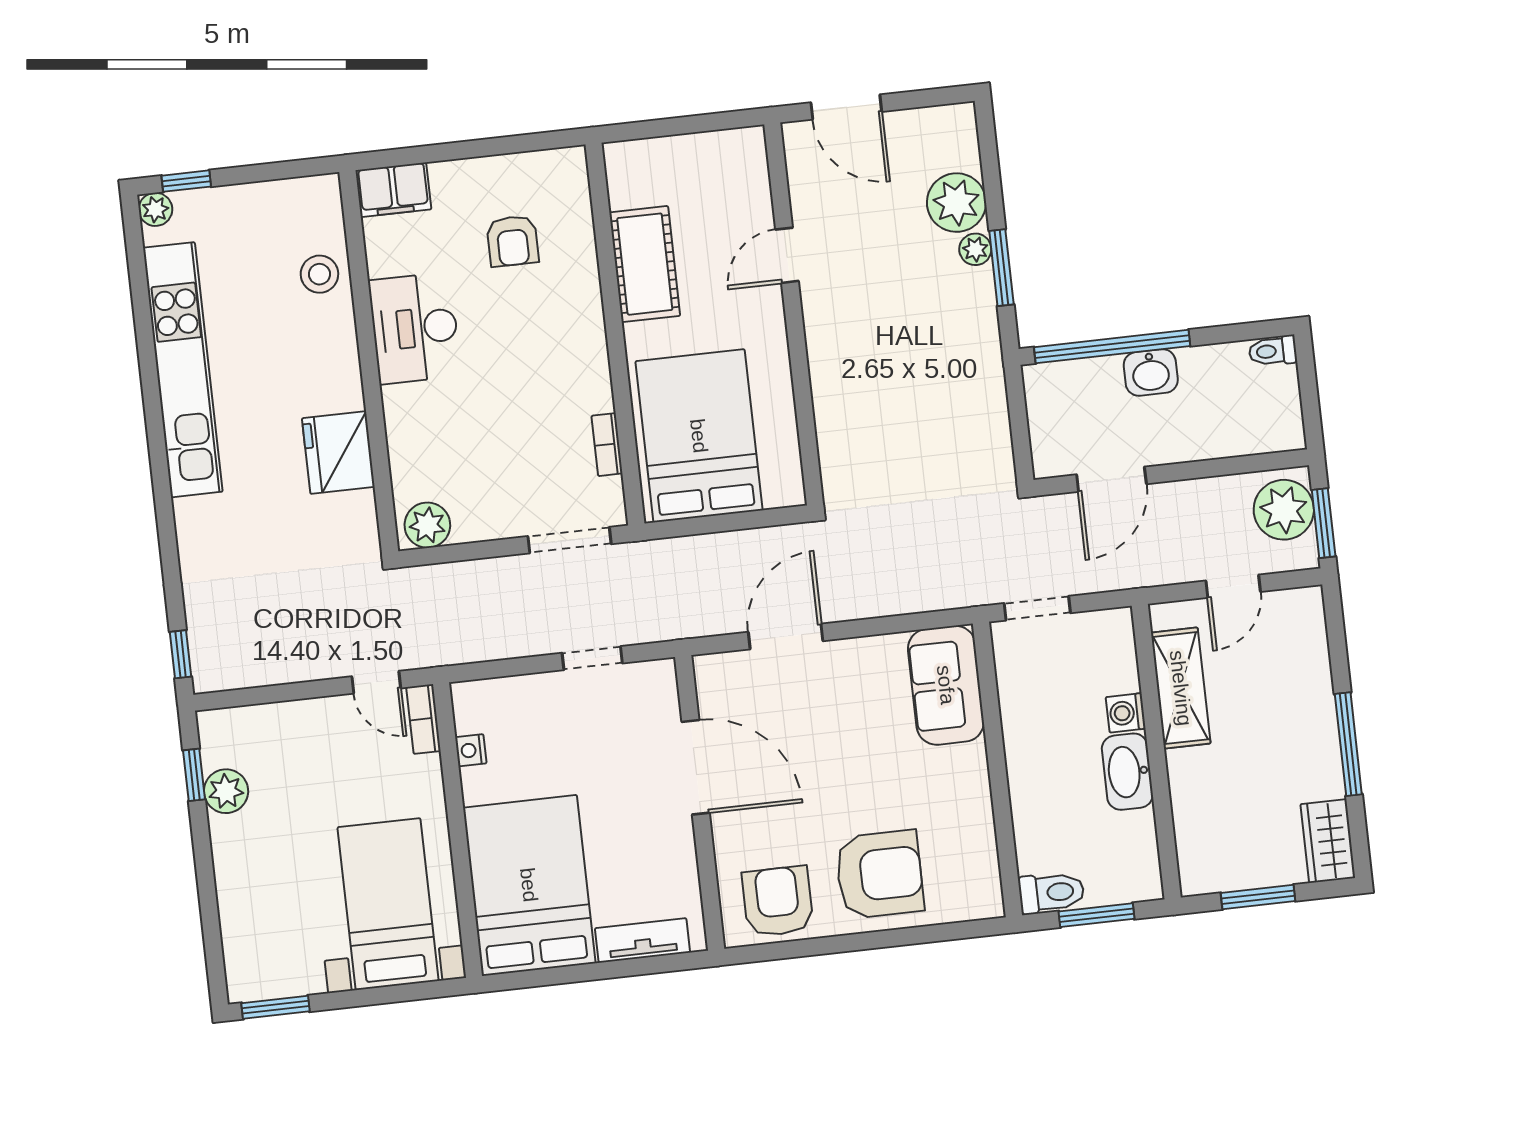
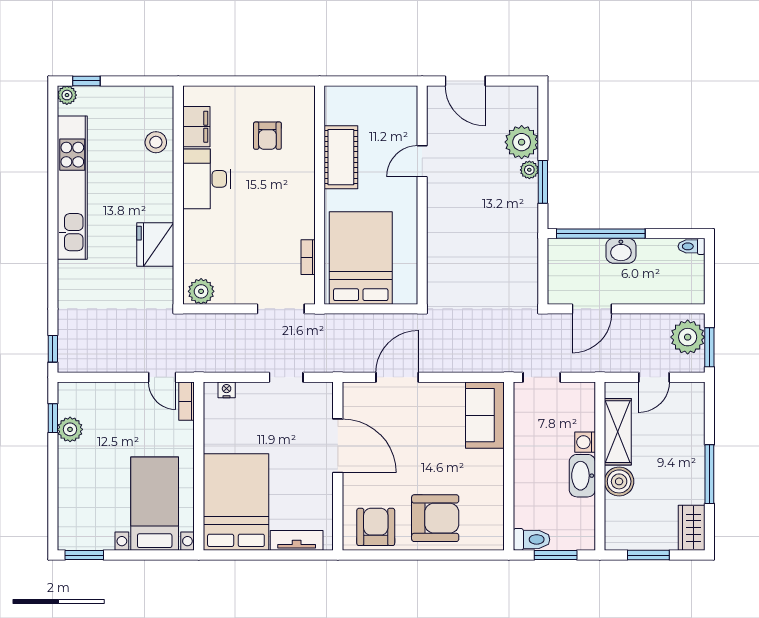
filing cabinet: (393, 190) -> (196, 127), moved, turned -90
nightstand: (471, 750) -> (227, 390), moved, turned 90
boiler: (1193, 775) -> (619, 481), added

